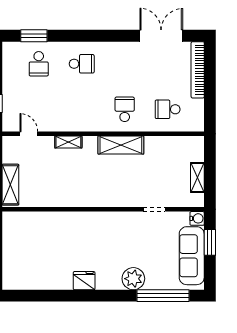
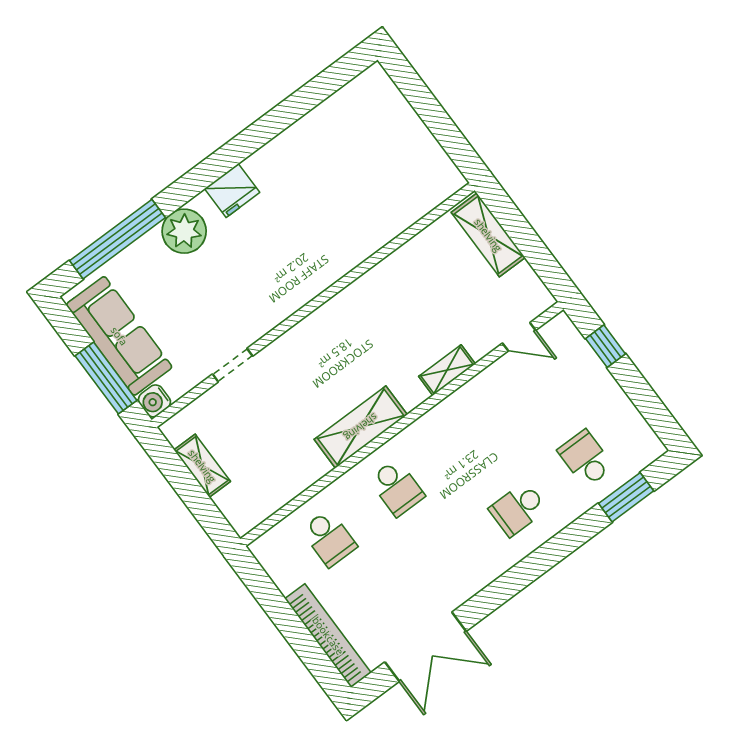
school desk: (168, 109) -> (329, 538), turned 90
window: (210, 242) -> (106, 378), width x1.44
fridge: (84, 281) -> (232, 191), moved

